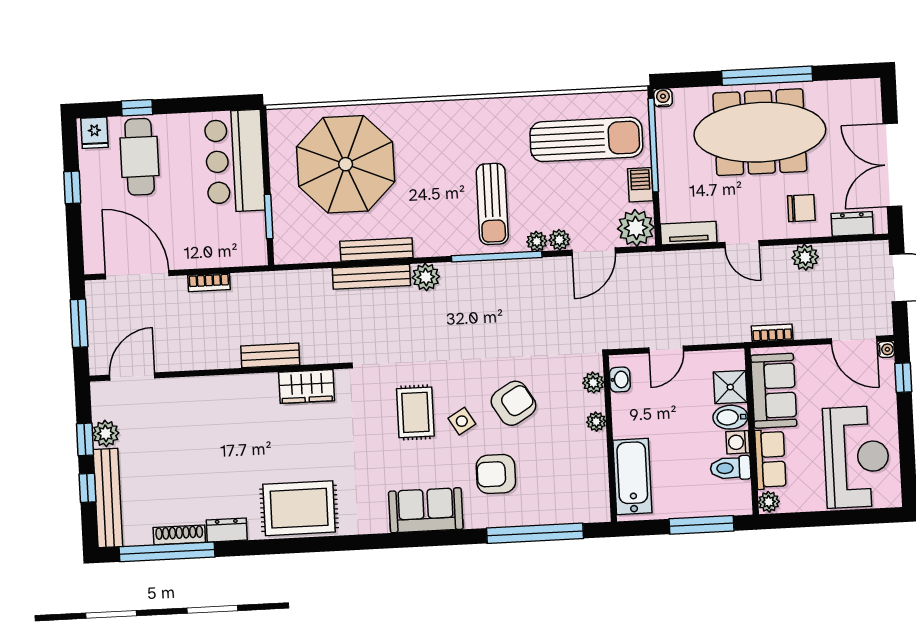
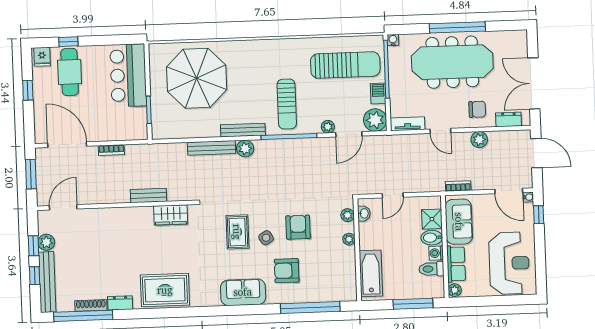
plant: (537, 241) -> (314, 127), removed
bench: (376, 249) -> (243, 130), moved
armchair: (513, 403) -> (298, 227), turned -59

